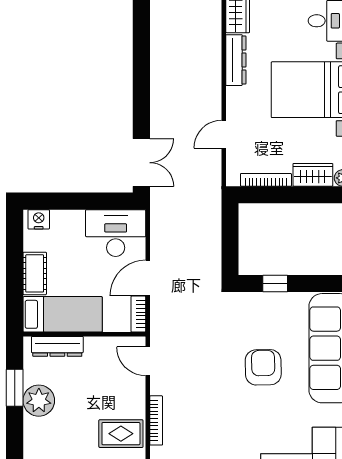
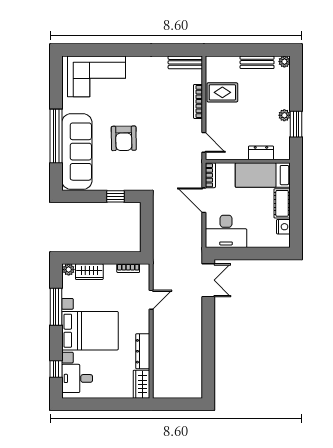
double door: (141, 163) -> (208, 280), swing flipped
bookcase: (266, 180) -> (128, 268), width x0.64
nightstand: (39, 219) -> (283, 227), moved, turned -90
door: (148, 278) -> (204, 200), swing flipped
dresser: (57, 346) -> (261, 153), width x0.70
plant: (39, 401) -> (284, 115), width x0.53, depth x0.53

